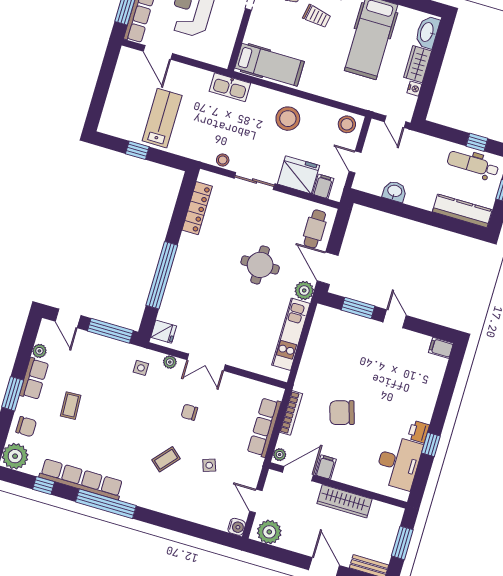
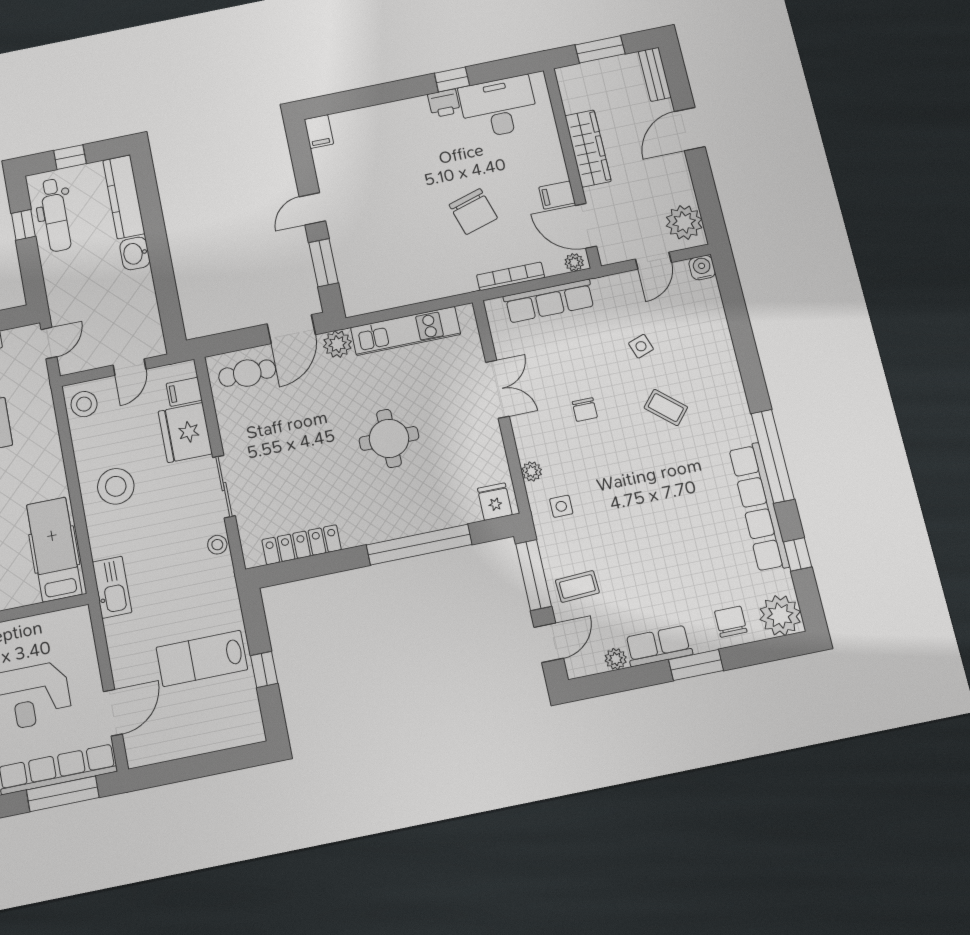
washbasin: (395, 191) -> (135, 253), moved
round table: (260, 265) -> (389, 438), moved
double door: (206, 362) -> (497, 389), moved
coffee table: (71, 406) -> (577, 586), moved

